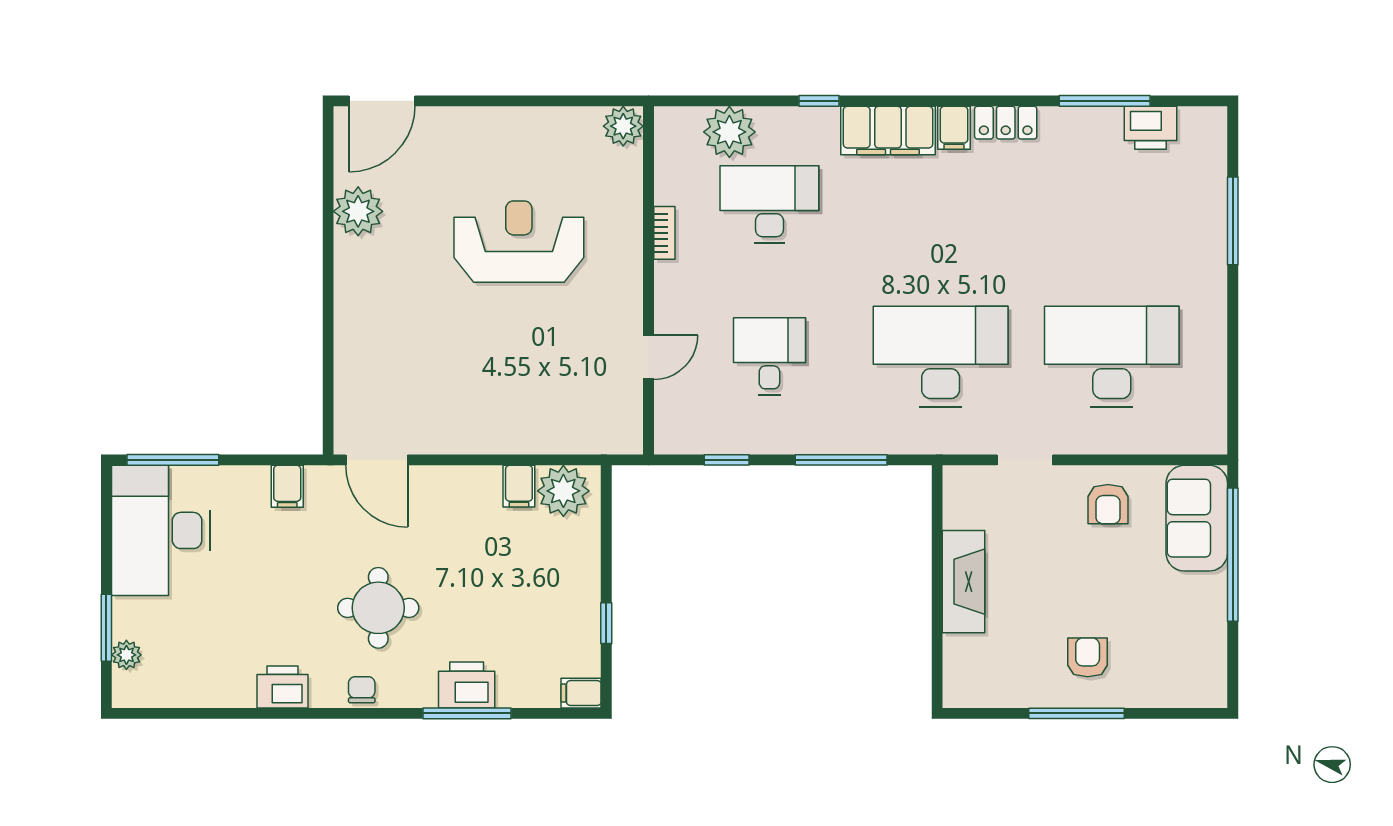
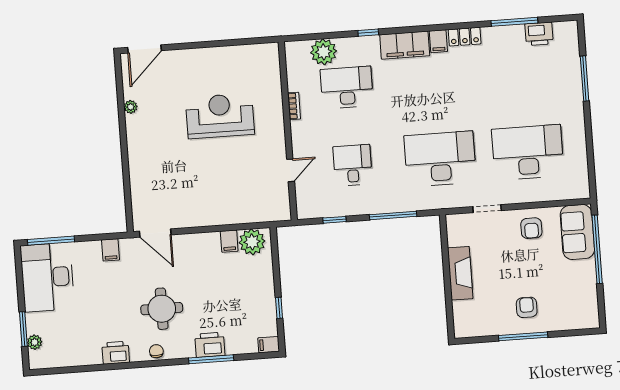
plant: (623, 126) -> (269, 53), removed
plant: (358, 211) -> (131, 107), width x0.53, depth x0.53

